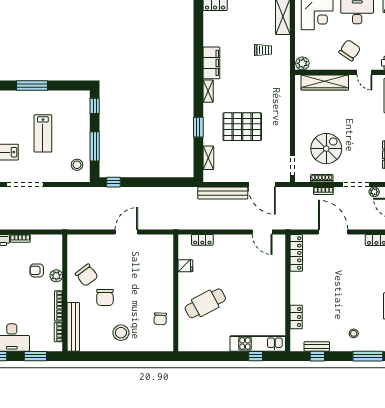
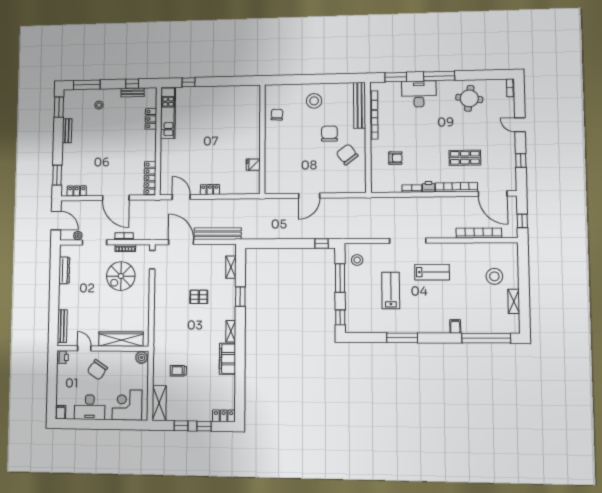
pallet: (242, 127) -> (199, 297), width x0.49, depth x0.50
locker: (202, 240) -> (210, 189), moved
plant: (56, 276) -> (376, 153), removed
cafe table: (205, 303) -> (235, 130), removed
kitchen unit: (258, 344) -> (168, 113), moved, turned -90

